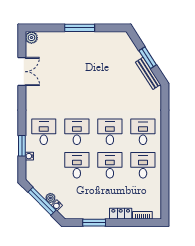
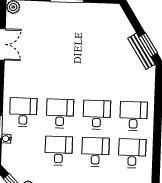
window: (148, 58) -> (148, 45), moved

